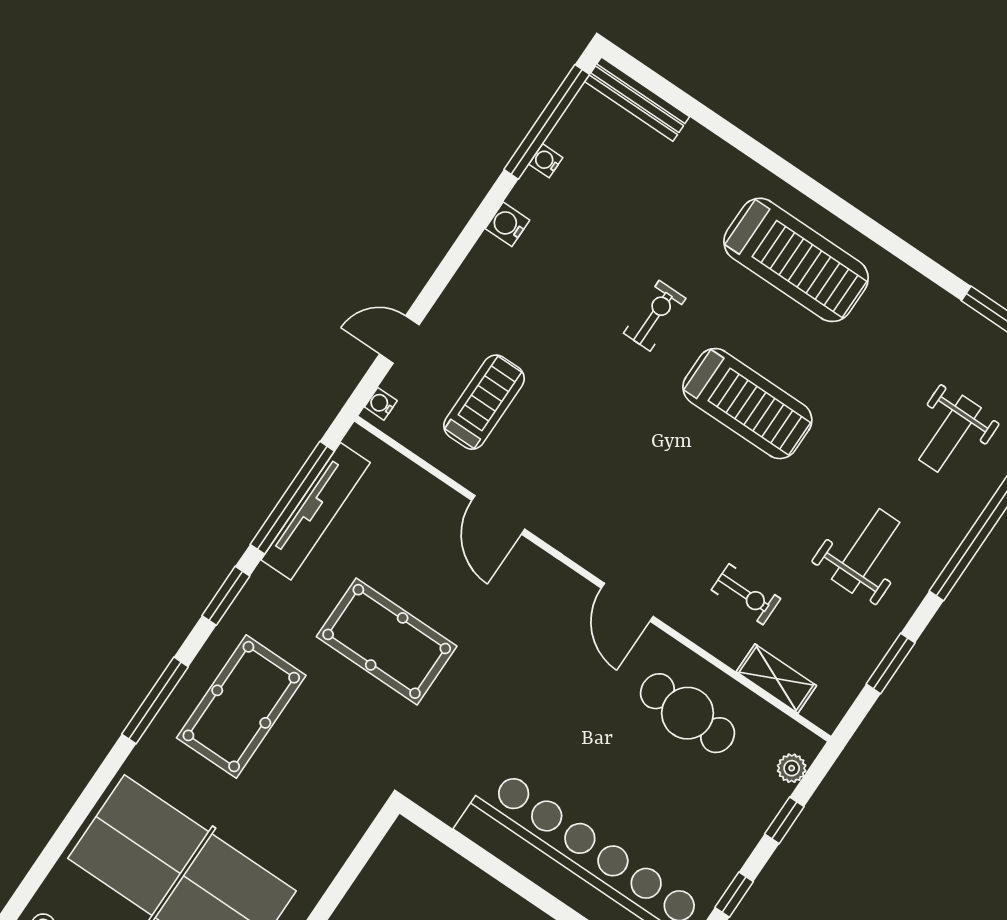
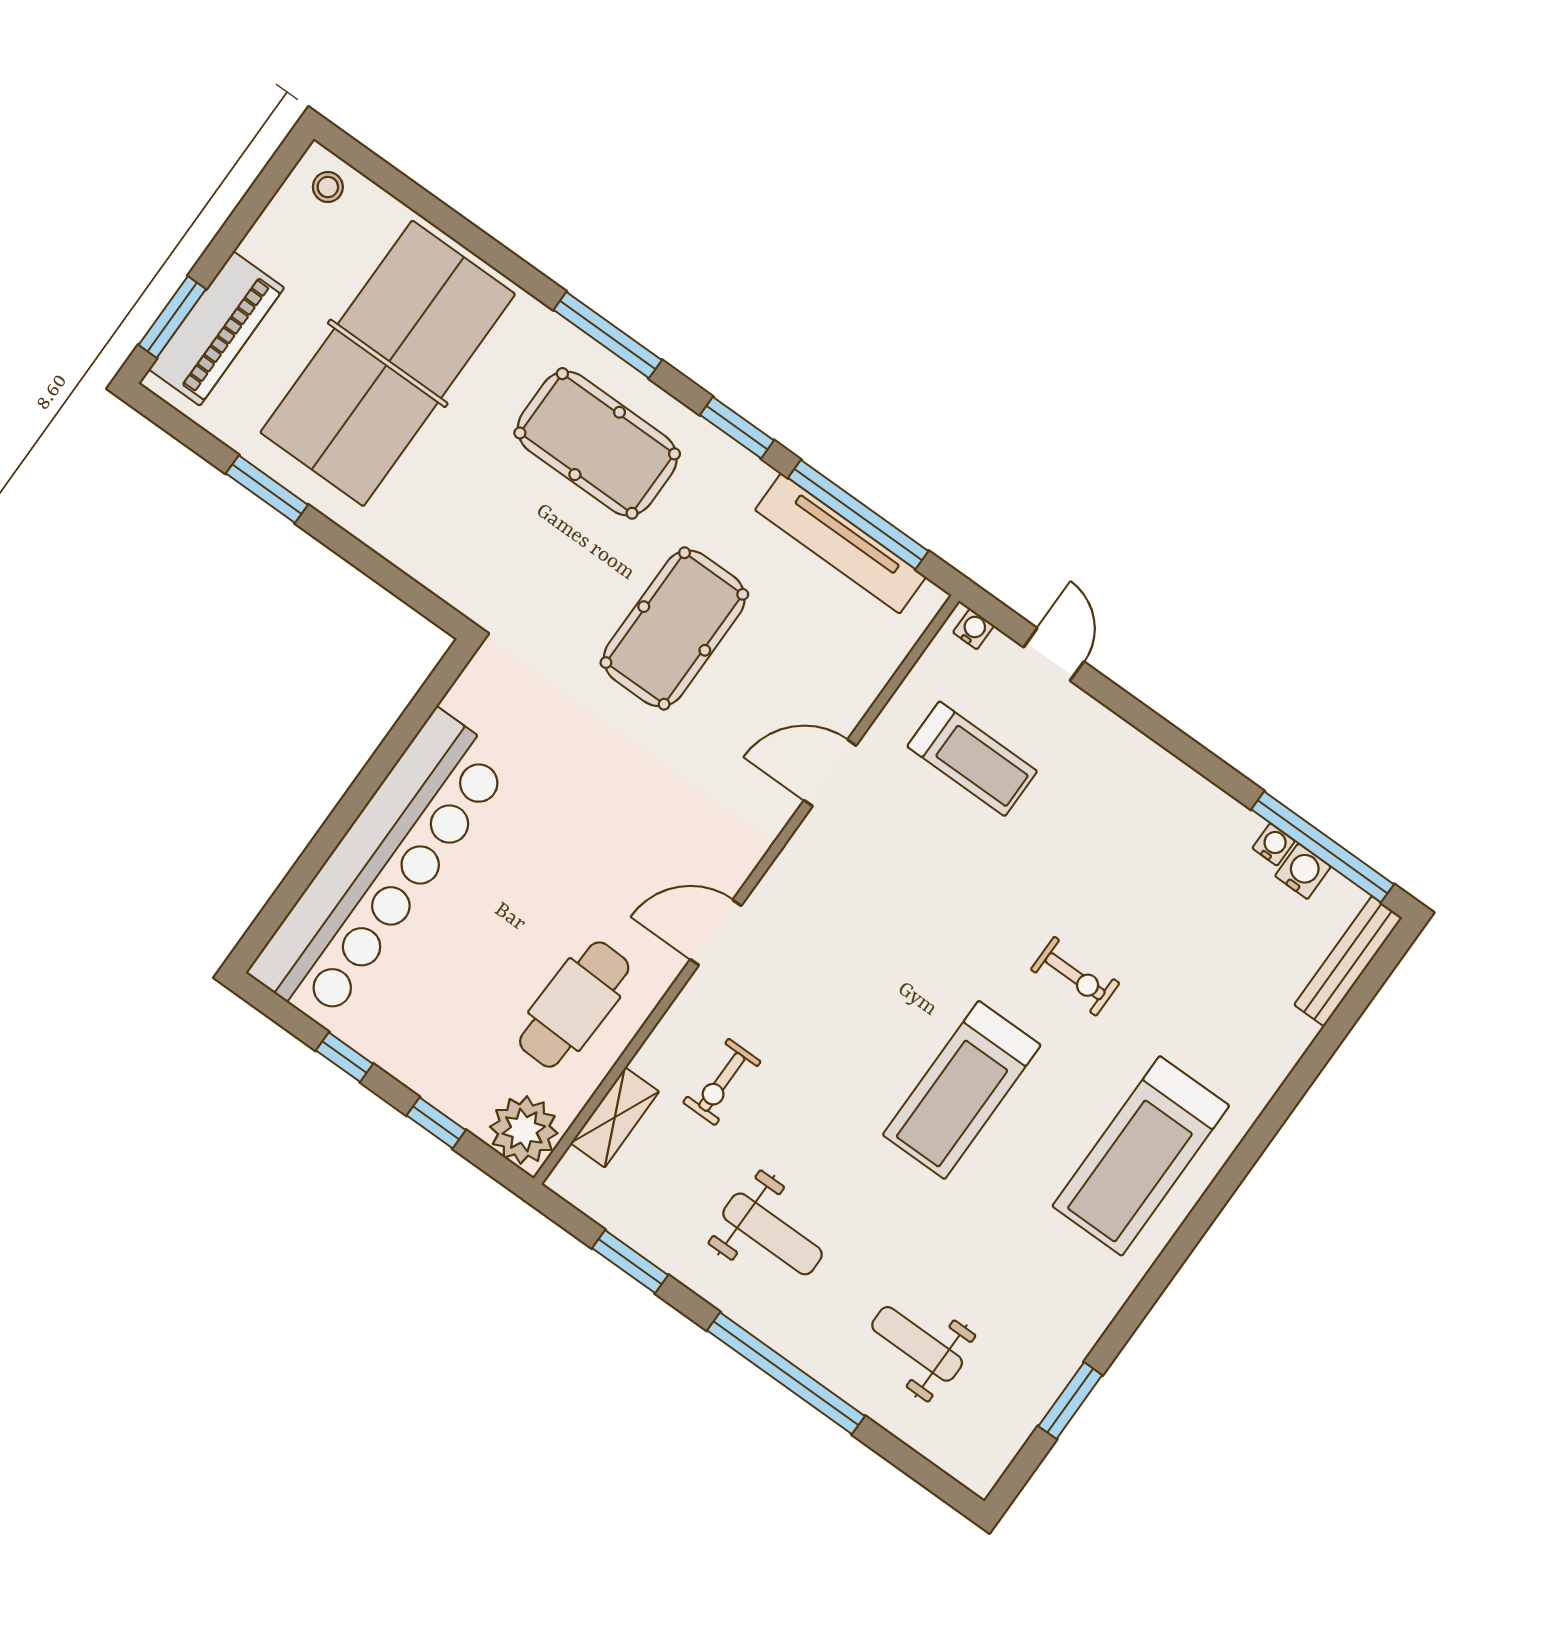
water cooler: (507, 224) -> (1303, 871), moved
plant: (792, 768) -> (524, 1130), width x1.87, depth x1.87

